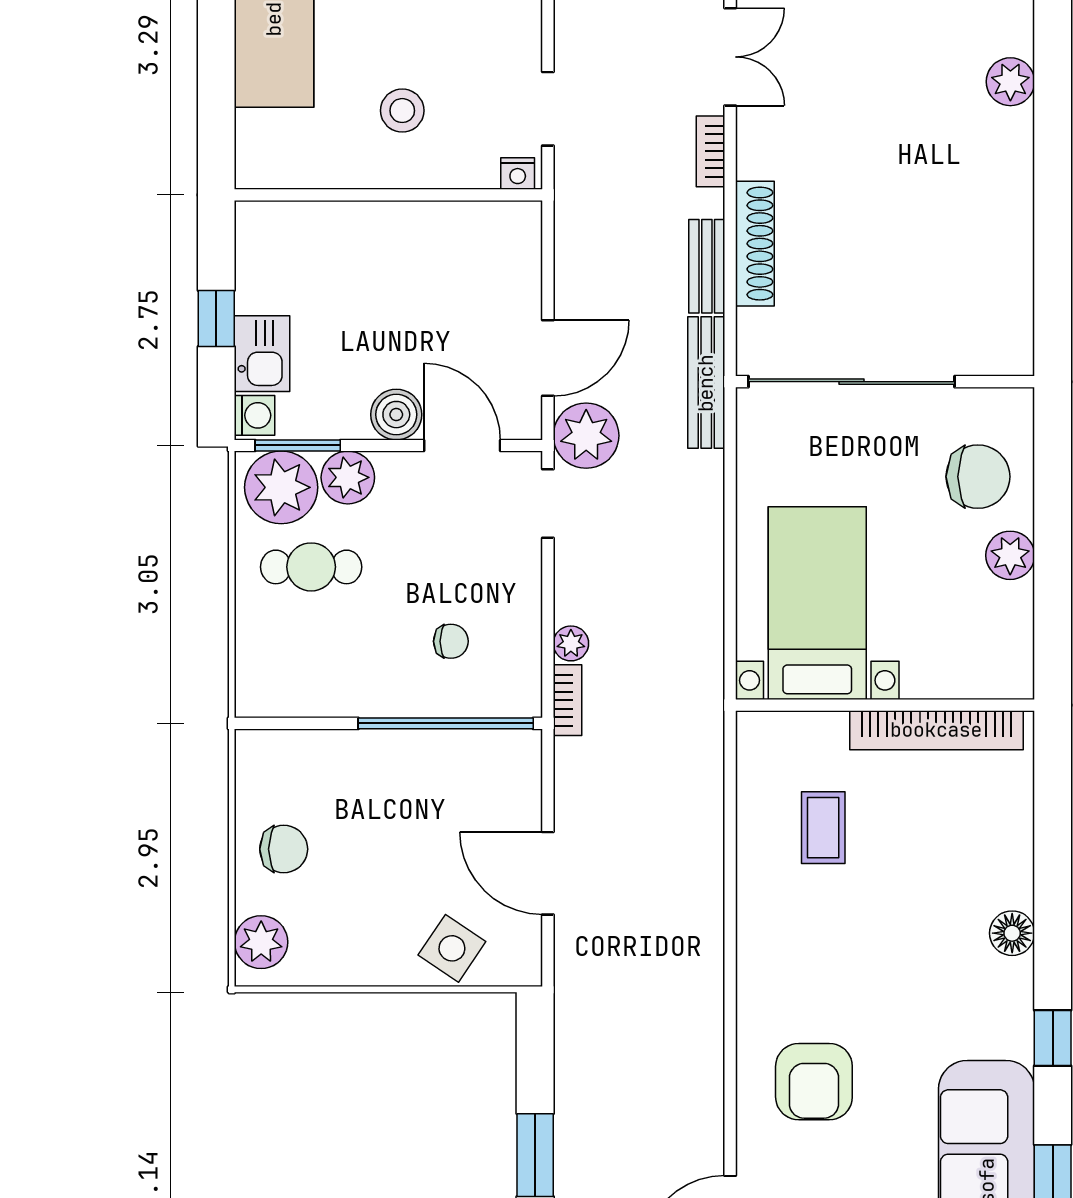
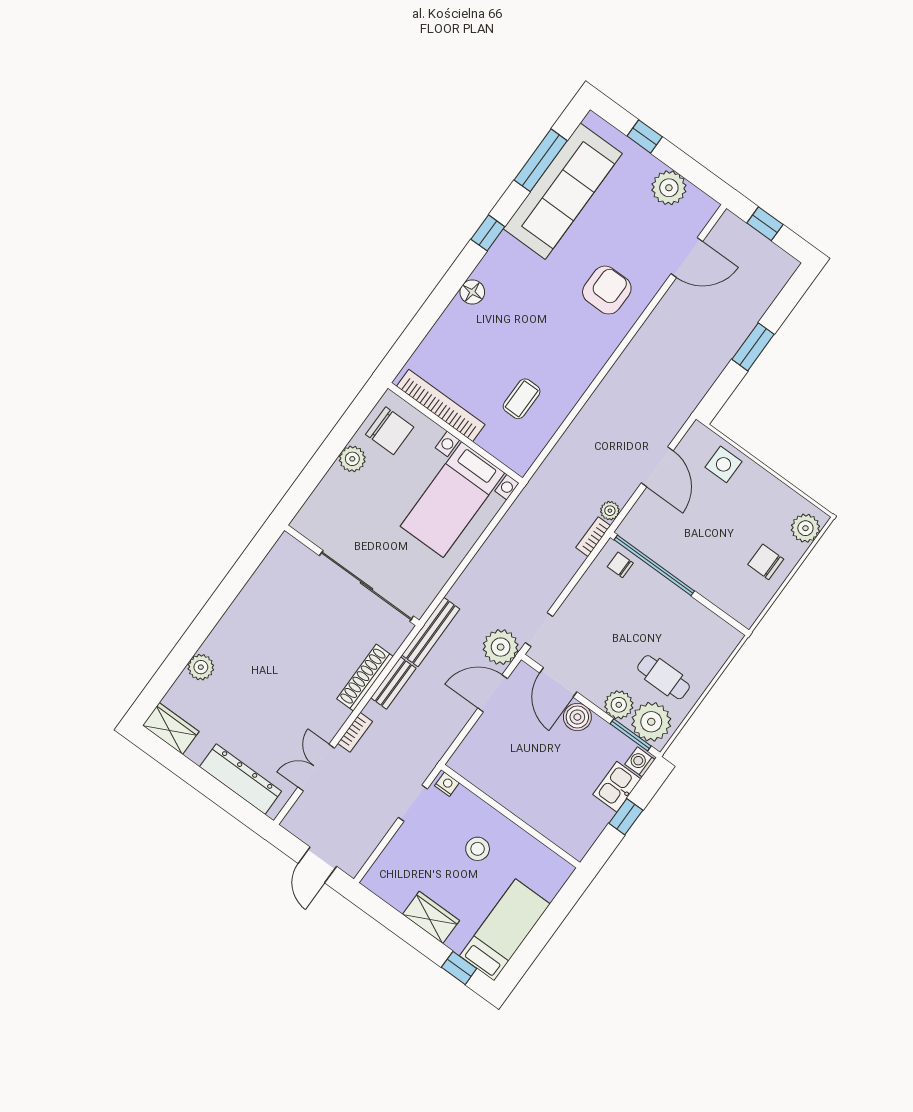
chair: (978, 477) -> (390, 431), moved, turned 180
chair: (451, 641) -> (620, 565), moved
plant: (571, 643) -> (610, 511), moved
side table: (452, 948) -> (723, 464), turned -34

